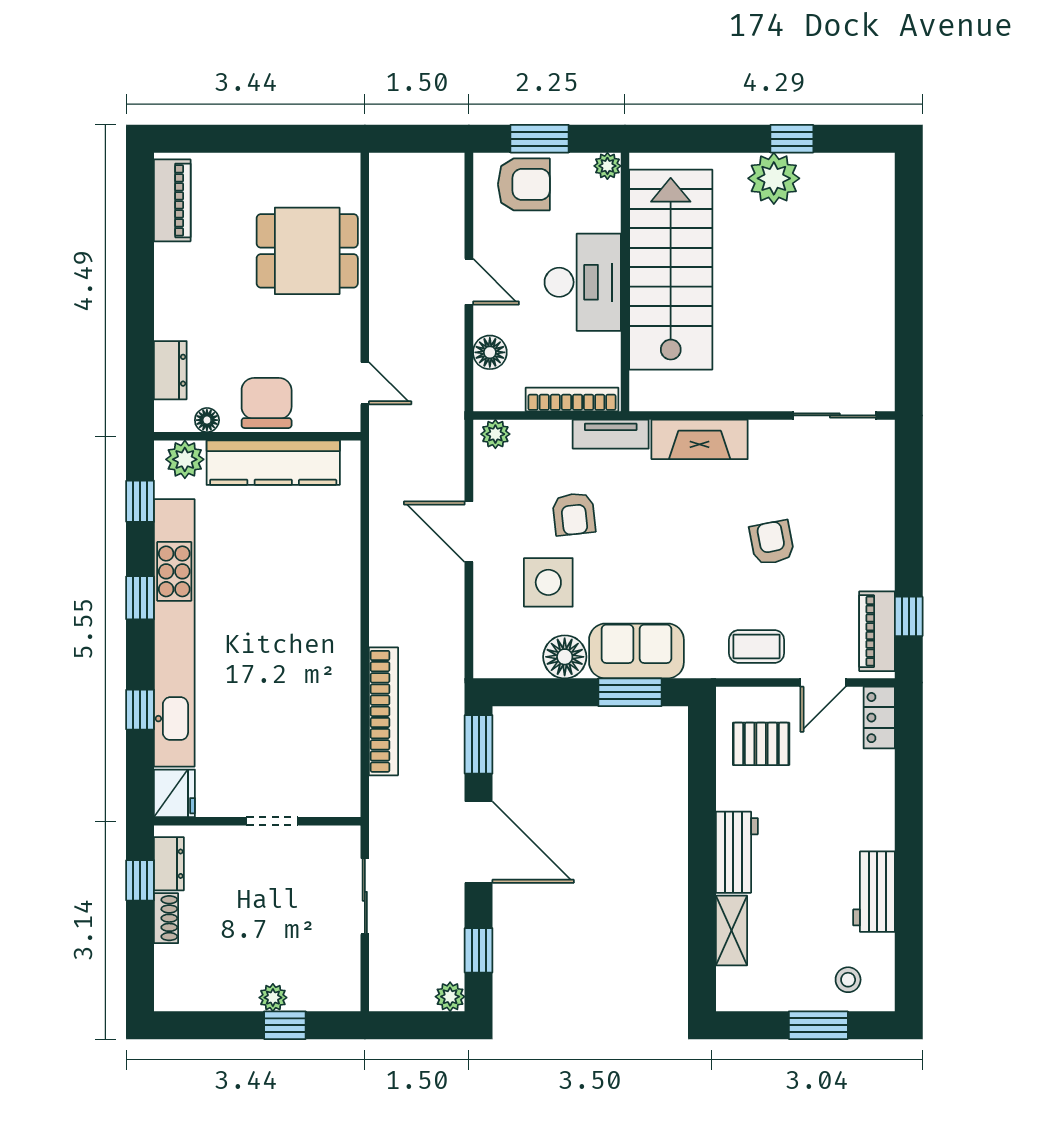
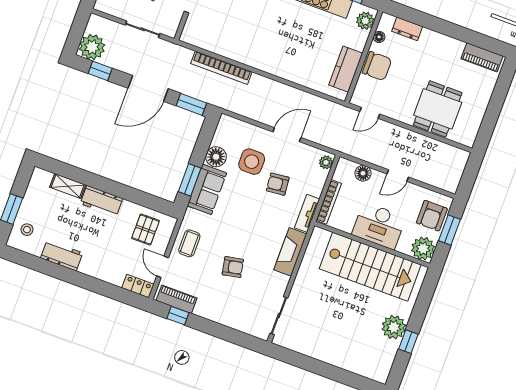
plant: (607, 166) -> (423, 249), width x1.87, depth x1.87
kitchen counter: (273, 463) -> (346, 69), width x0.67
plant: (450, 997) -> (92, 47), width x1.87, depth x1.87

